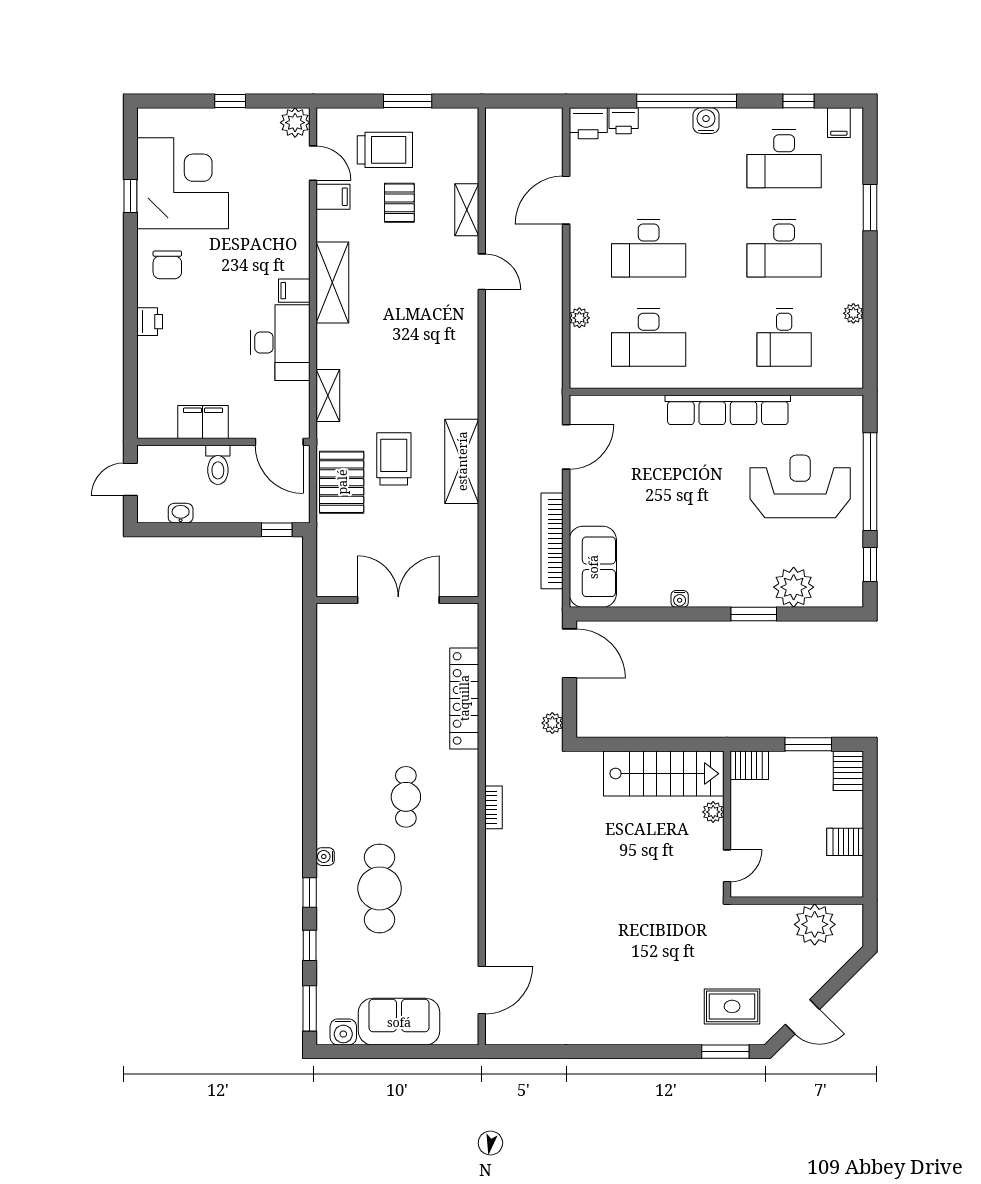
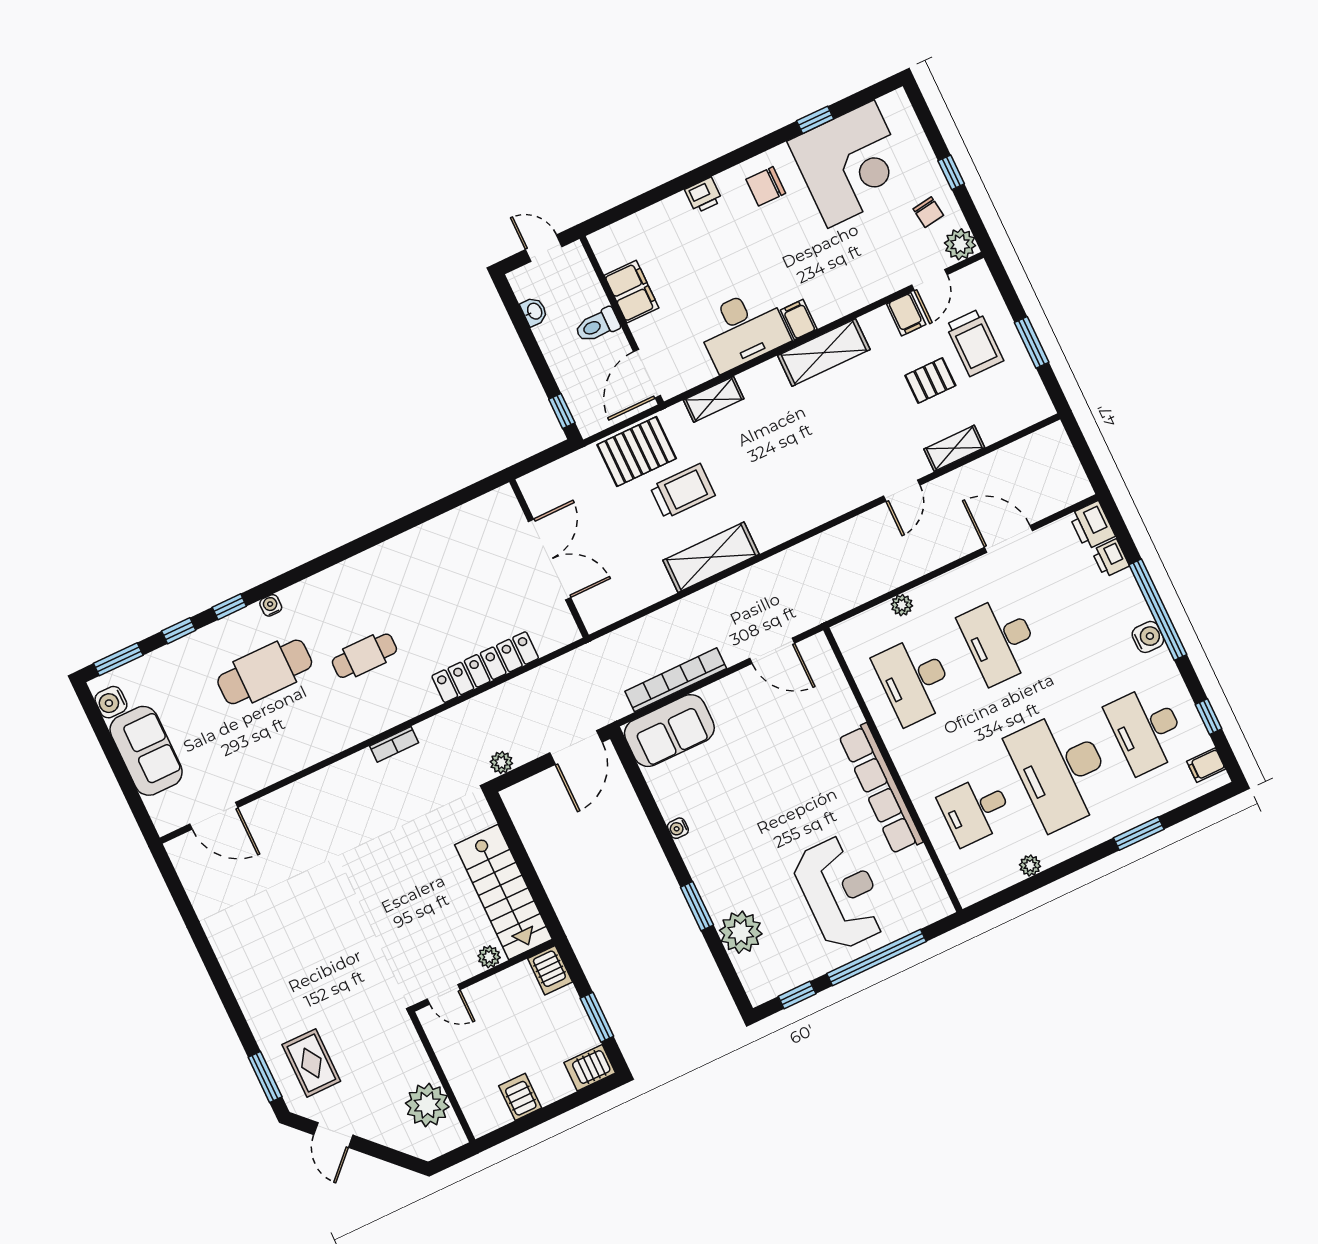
chair: (255, 137) -> (928, 212), added
desk: (784, 248) -> (1061, 770), width x1.36, depth x1.30

